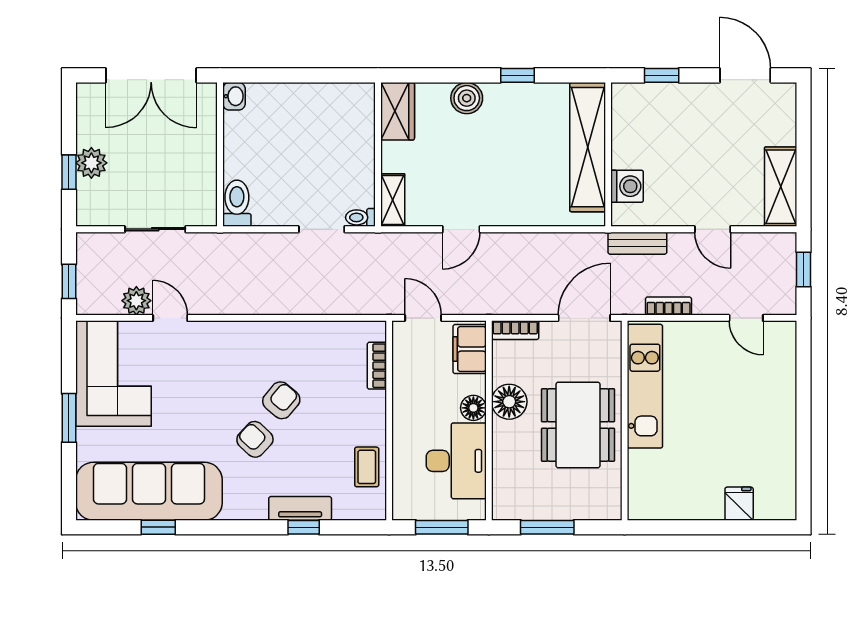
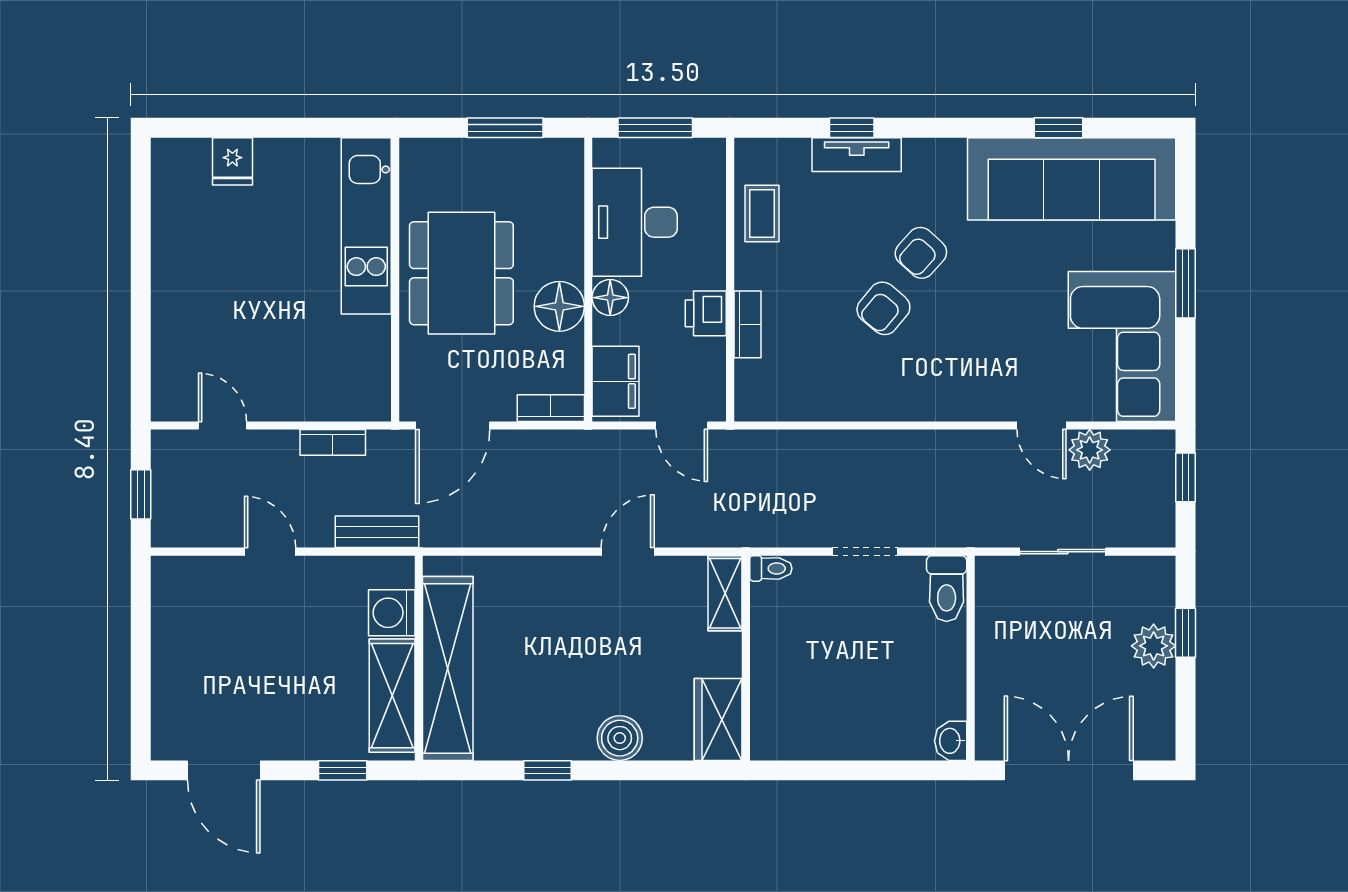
shelving: (781, 187) -> (392, 696), moved
doorway: (322, 229) -> (865, 552), moved
bookcase: (377, 366) -> (747, 324), moved
kitchen unit: (645, 386) -> (366, 226), moved
printer: (406, 397) -> (706, 313), added
armchair: (255, 439) -> (921, 253), turned 89

